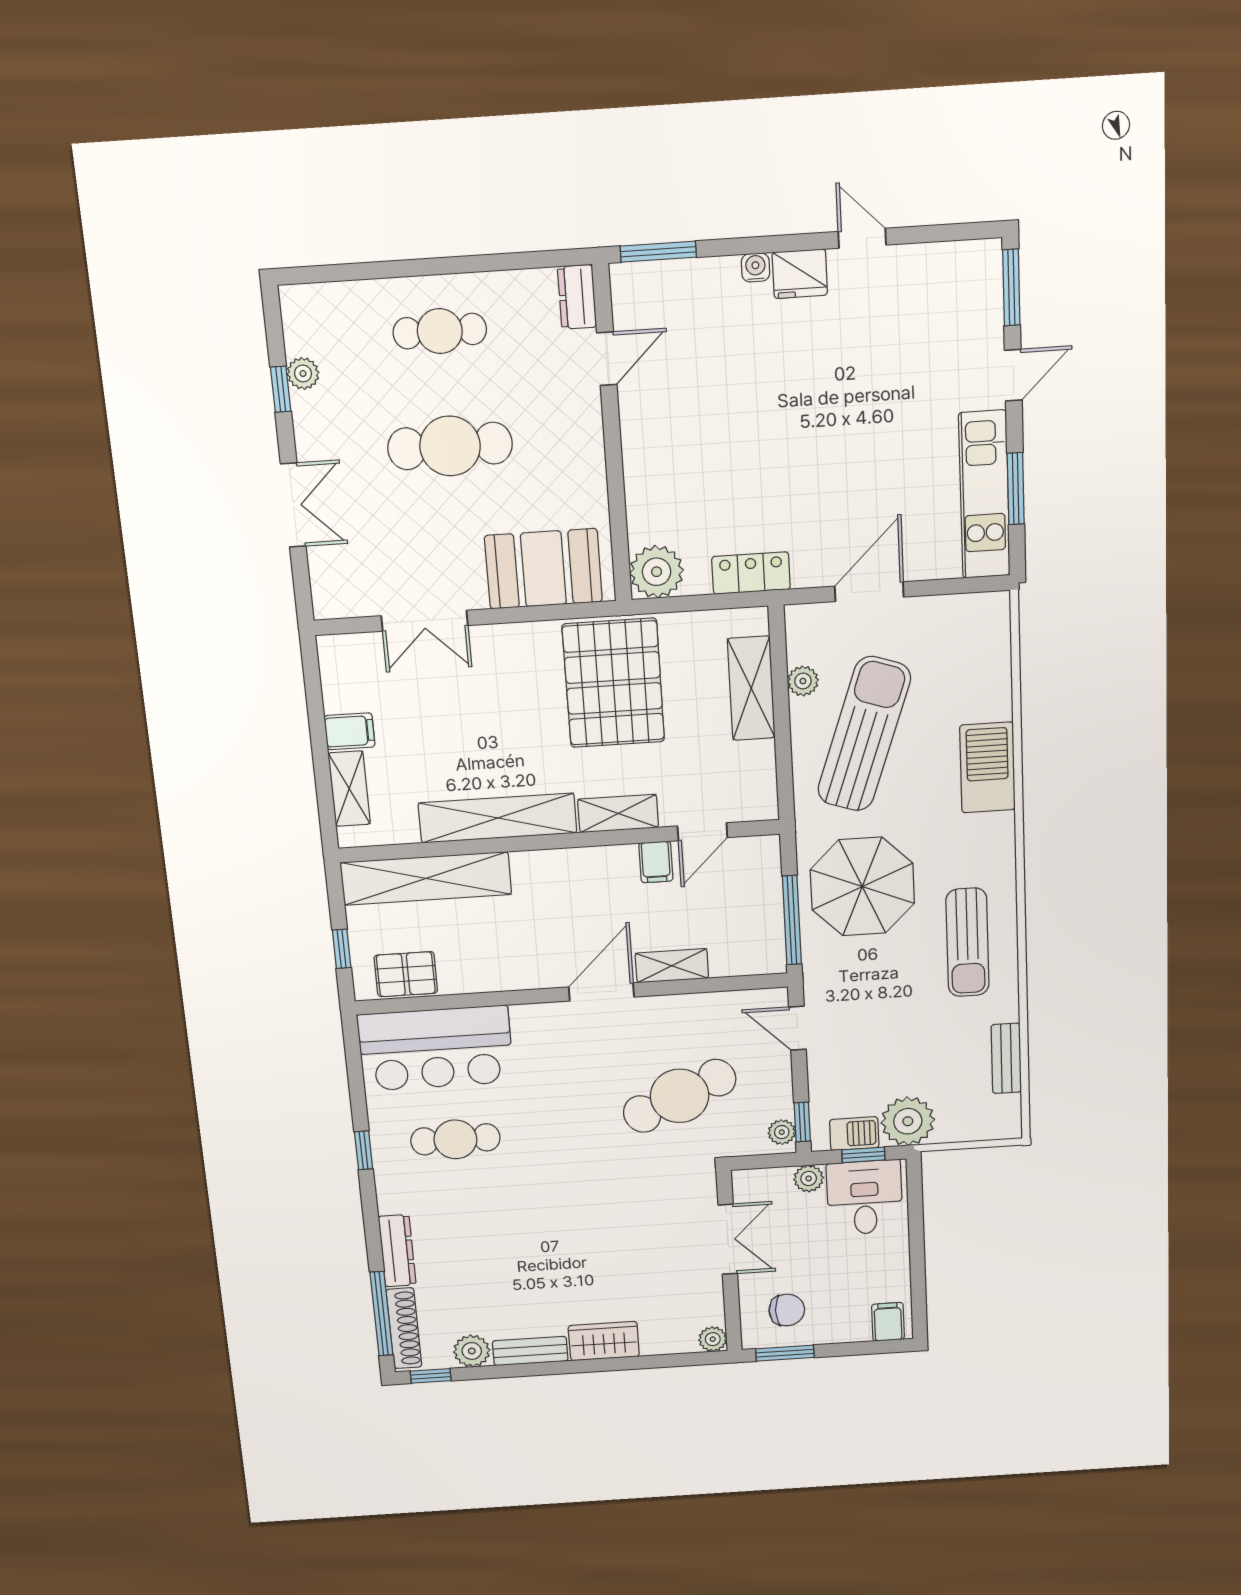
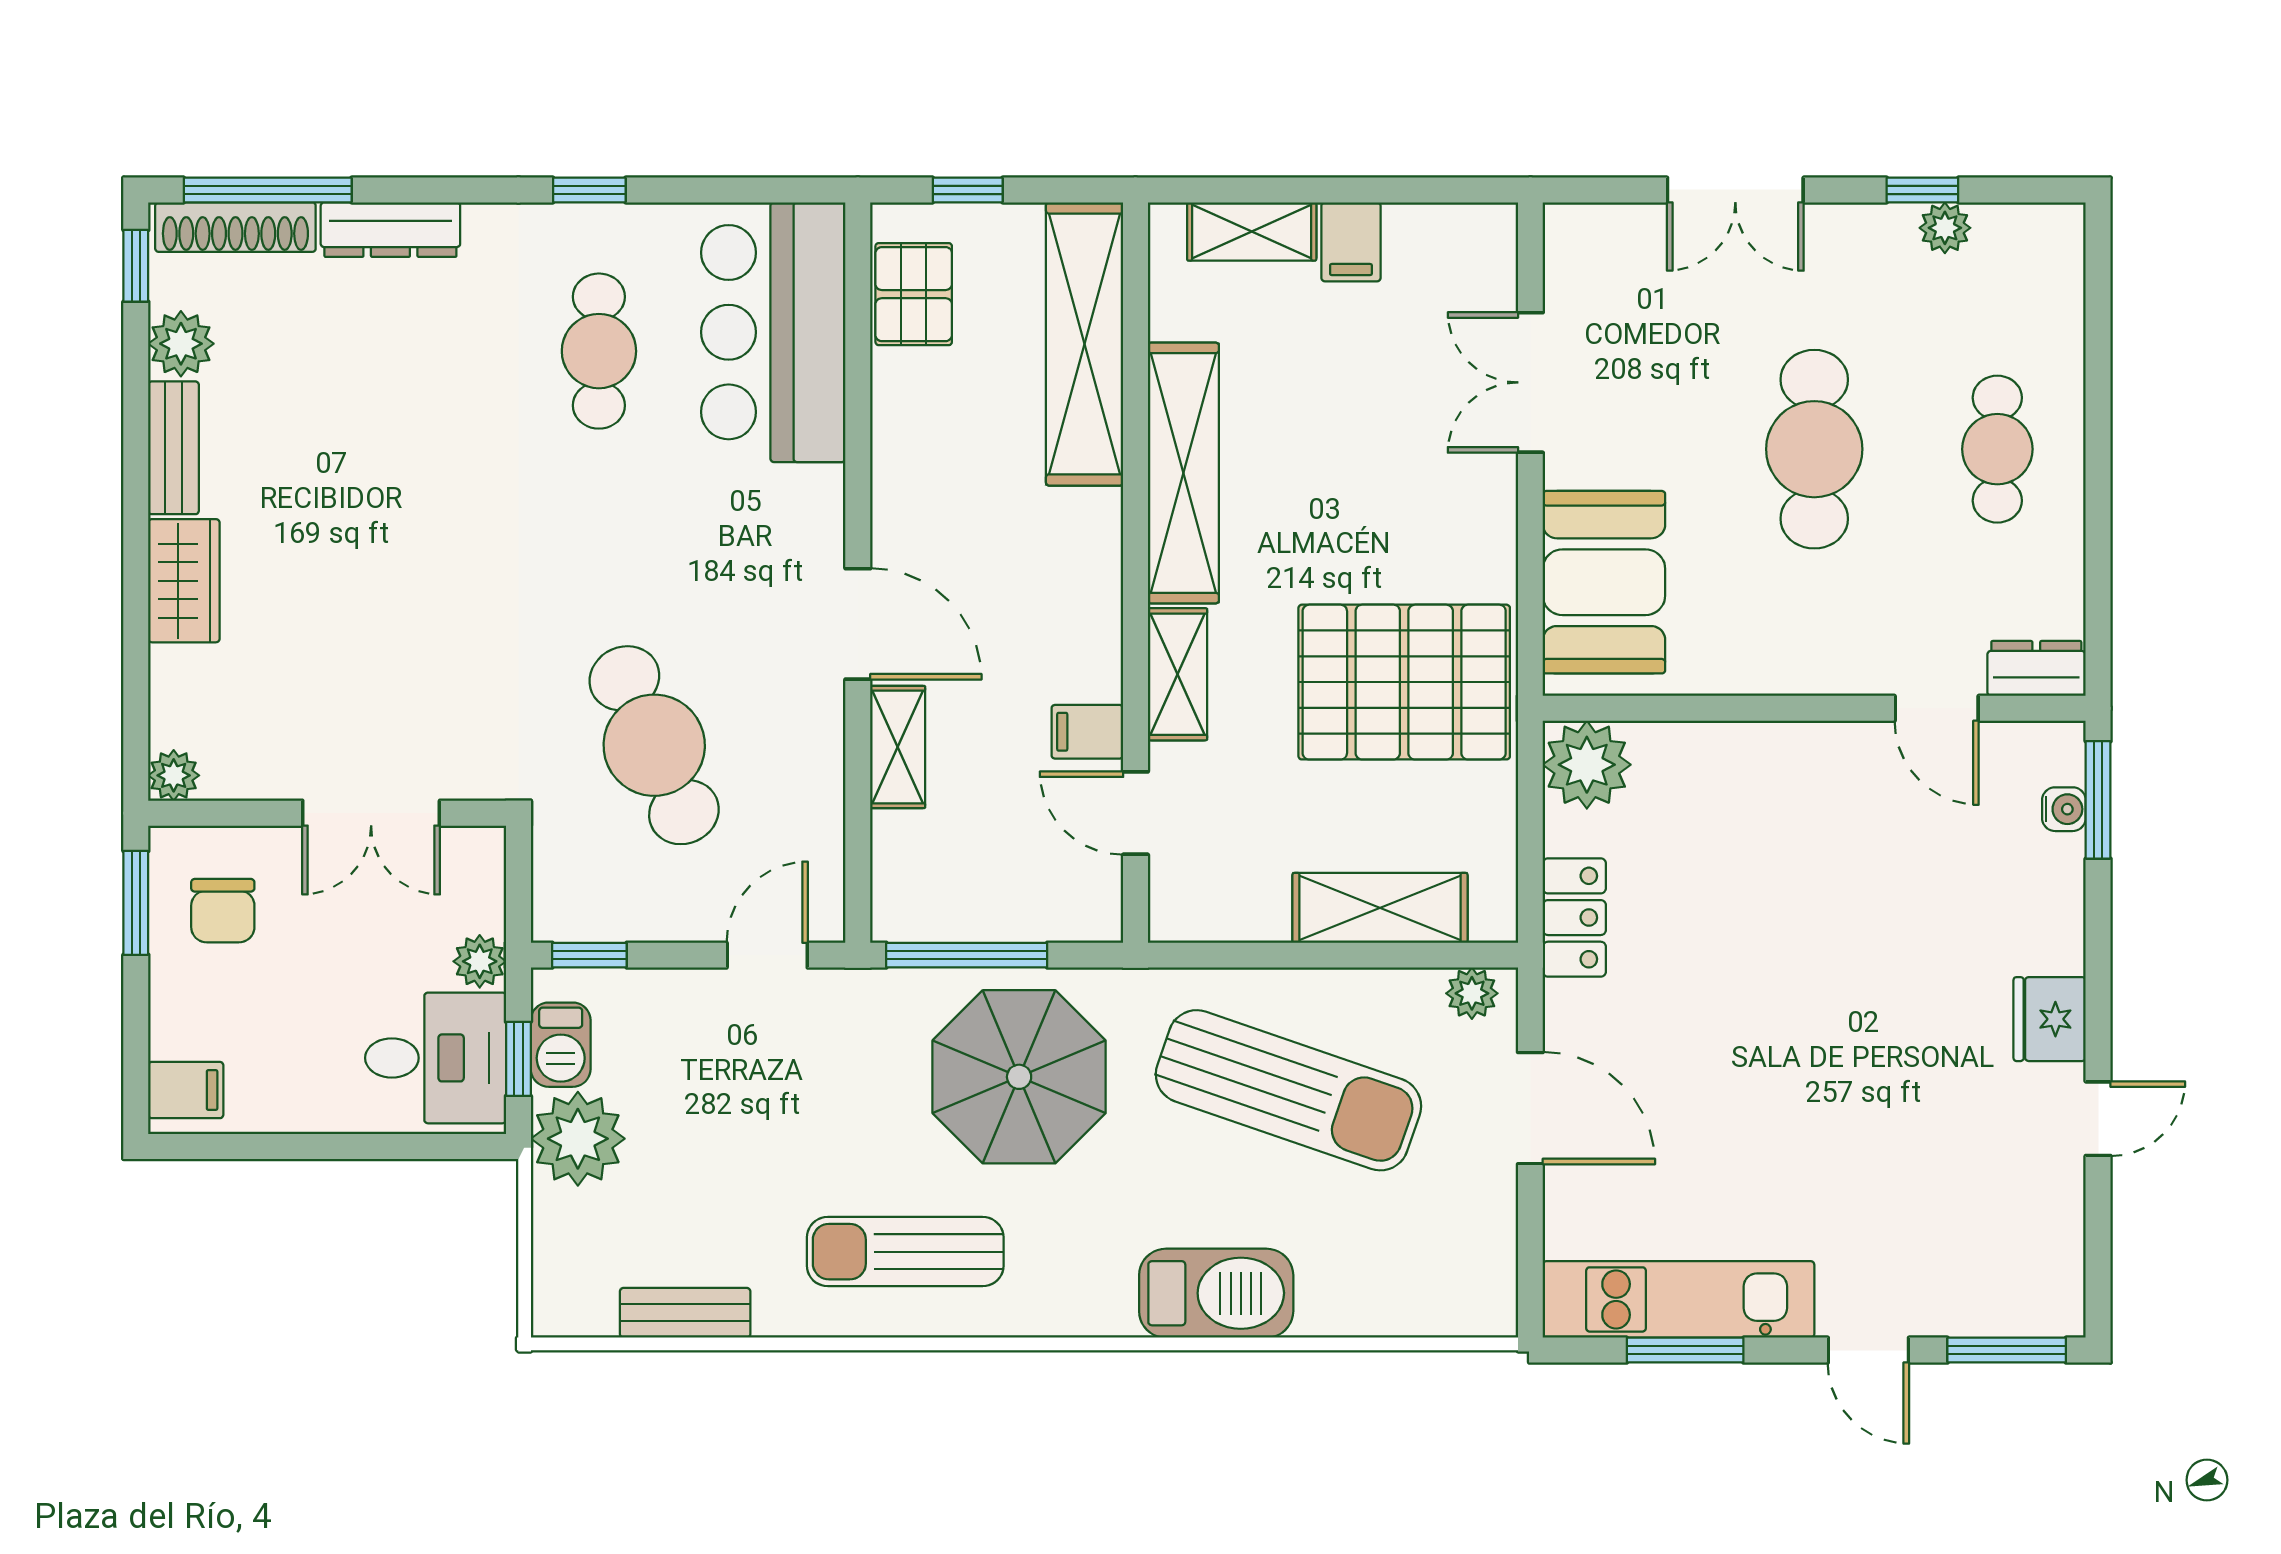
water cooler: (756, 267) -> (2064, 809), moved
plant: (803, 681) -> (1472, 993), moved
plant: (782, 1132) -> (573, 919), removed

